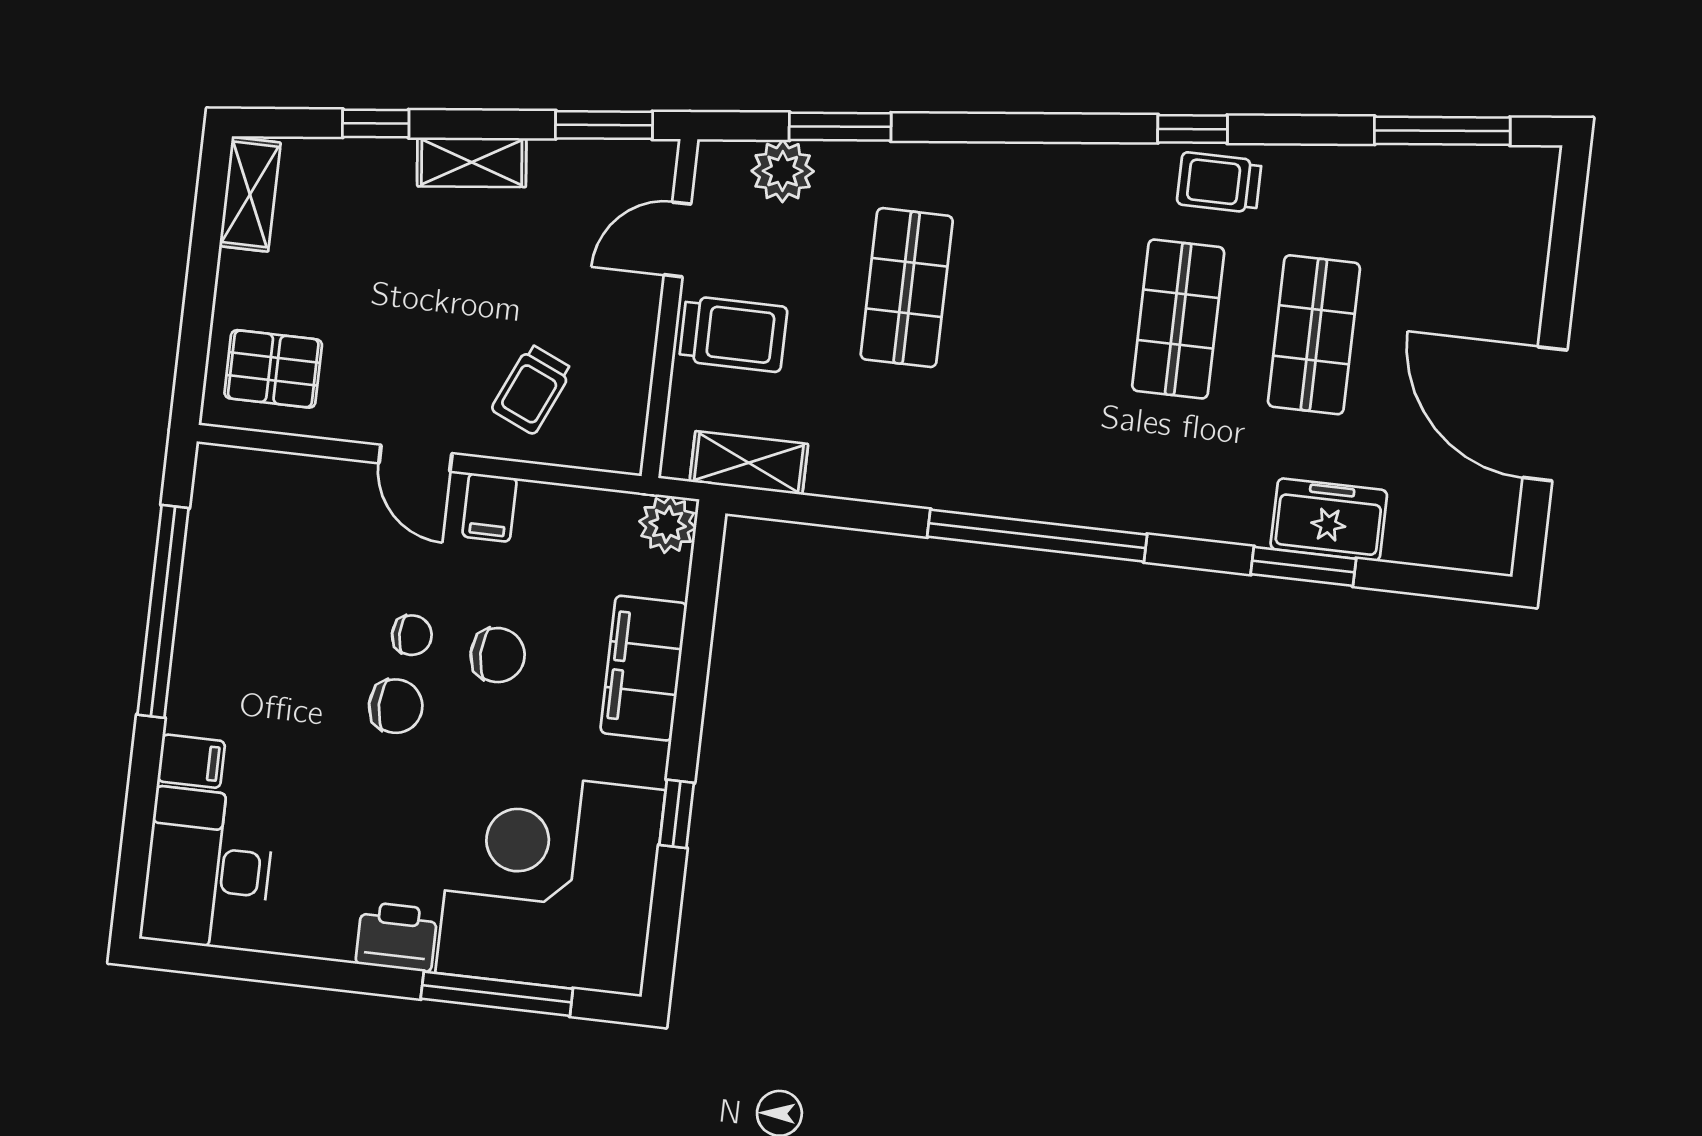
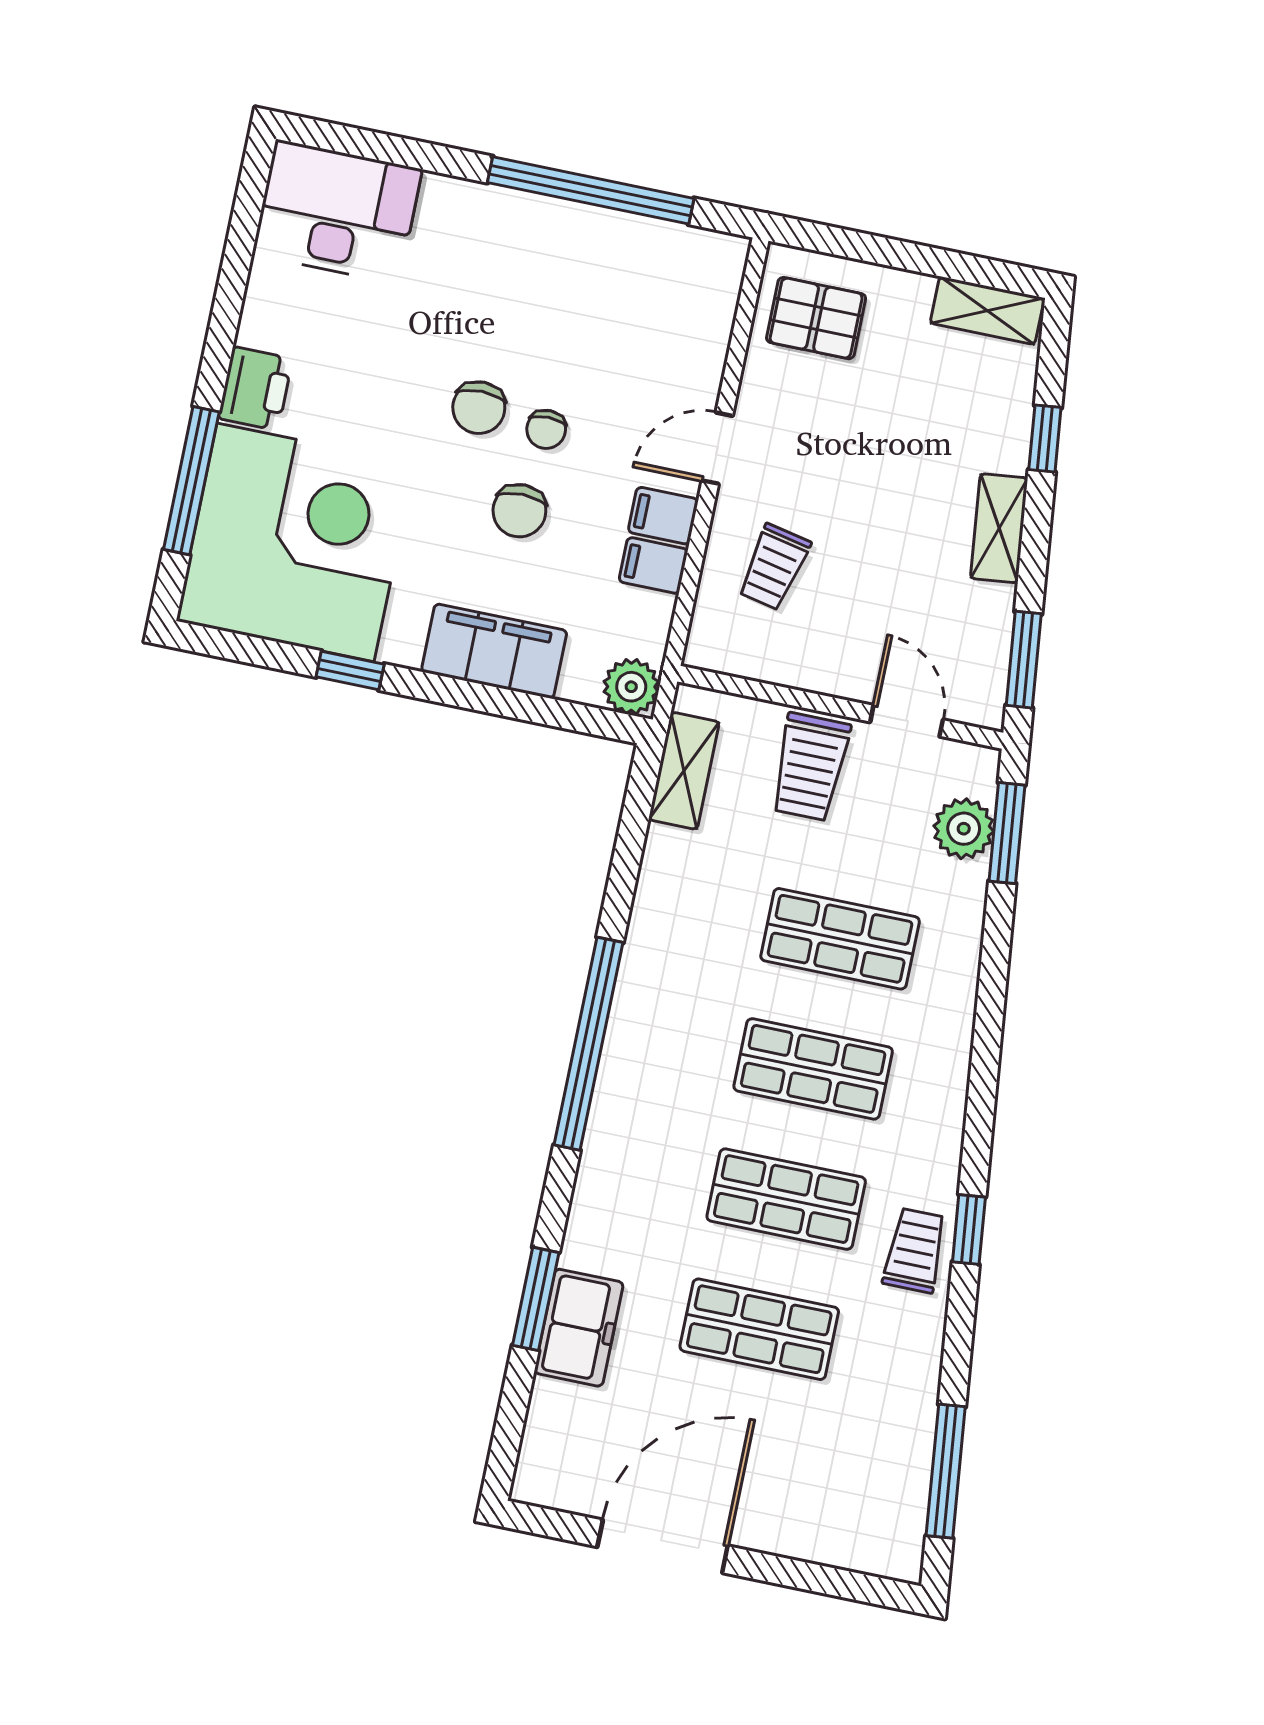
window: (840, 127) -> (1007, 833), moved
shop shelf: (1042, 303) -> (813, 1069), added
pallet: (273, 369) -> (816, 318), turned 90
trolley: (532, 389) -> (774, 567), turned -102
filing cabinet: (191, 761) -> (653, 565), moved, turned 90

